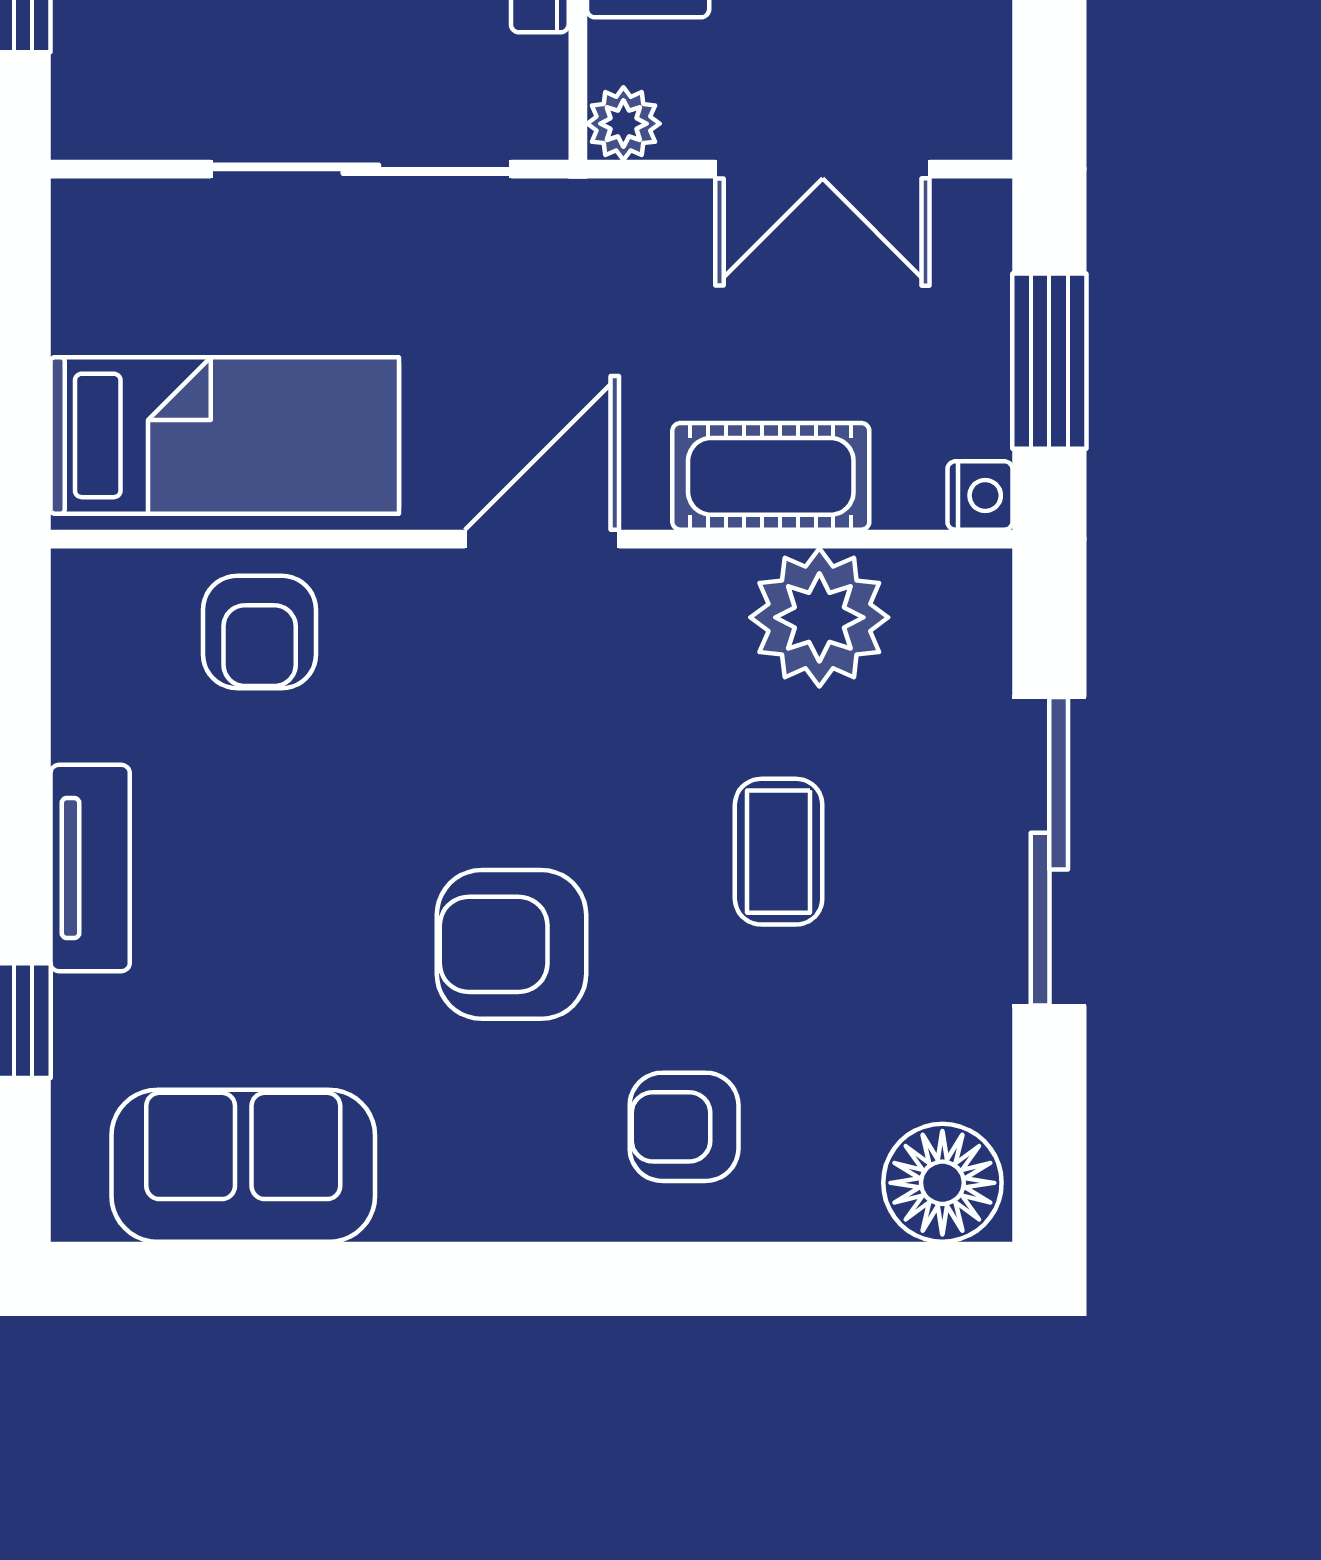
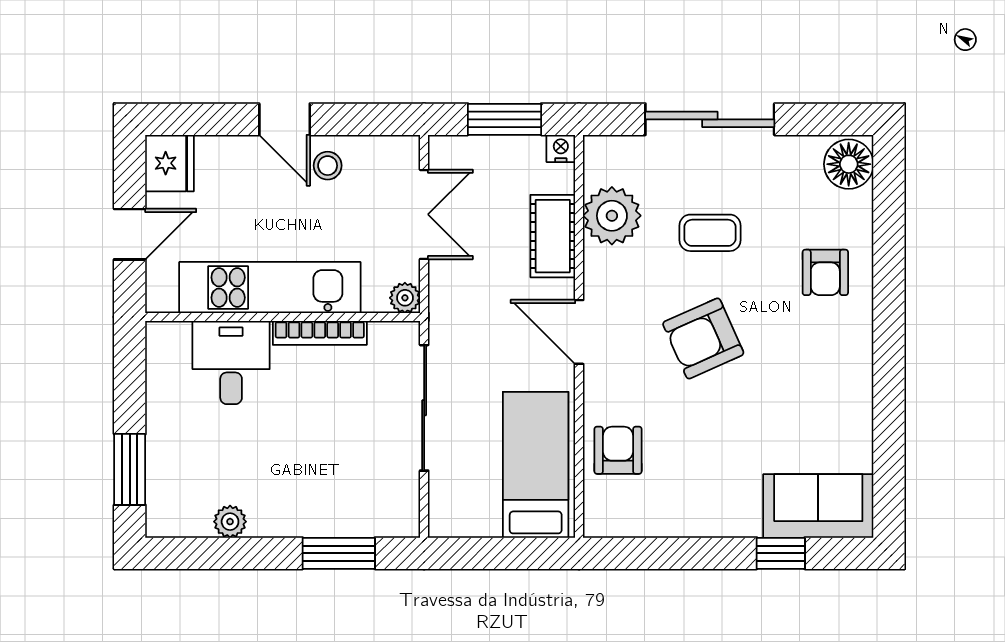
armchair: (260, 632) -> (618, 450), turned -90
tv unit: (90, 868) -> (717, 521), removed
armchair: (512, 944) -> (703, 338), moved, turned 66
sofa: (243, 1166) -> (818, 506), moved, turned 90

